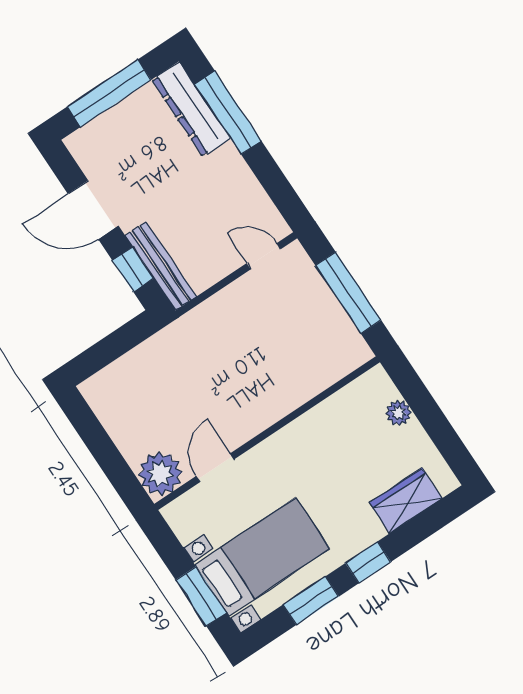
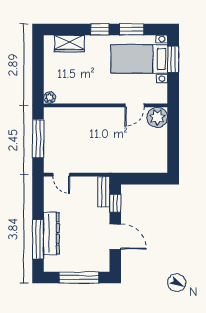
dresser: (191, 109) -> (51, 233), moved
bench: (161, 266) -> (104, 192), width x0.73
plant: (399, 413) -> (50, 98), moved

